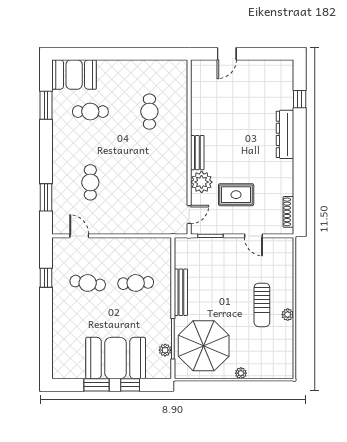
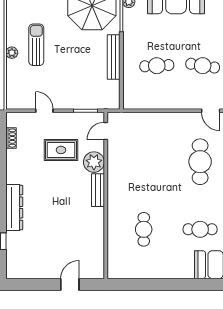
cafe table: (90, 182) -> (200, 162), width x1.37, depth x1.35
shoe rack: (288, 212) -> (11, 138), width x0.70
plant: (288, 315) -> (12, 53), moved

